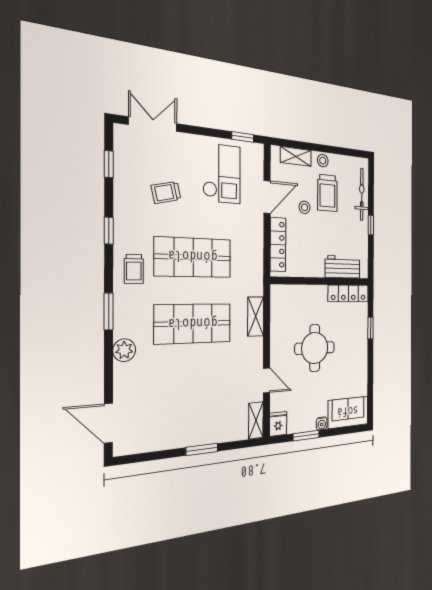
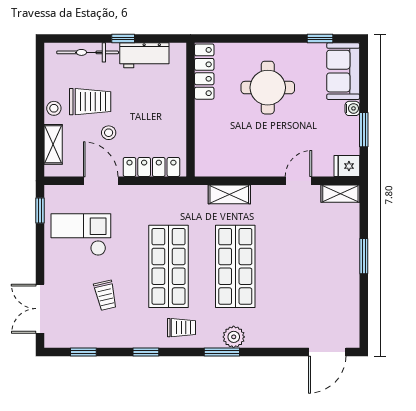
workbench: (343, 267) -> (144, 55), moved, turned -90
window: (370, 328) -> (320, 39), moved
round table: (315, 348) -> (268, 88), moved
plant: (124, 350) -> (234, 337), moved

